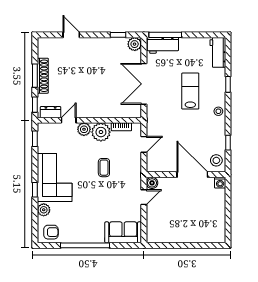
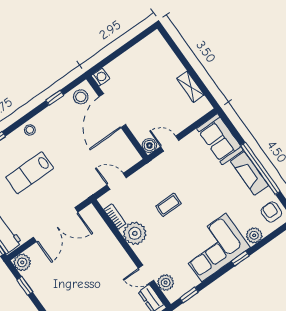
plant: (84, 129) -> (166, 283), moved
fireplace: (87, 236) -> (249, 173), added
shelving: (172, 237) -> (190, 87), added

